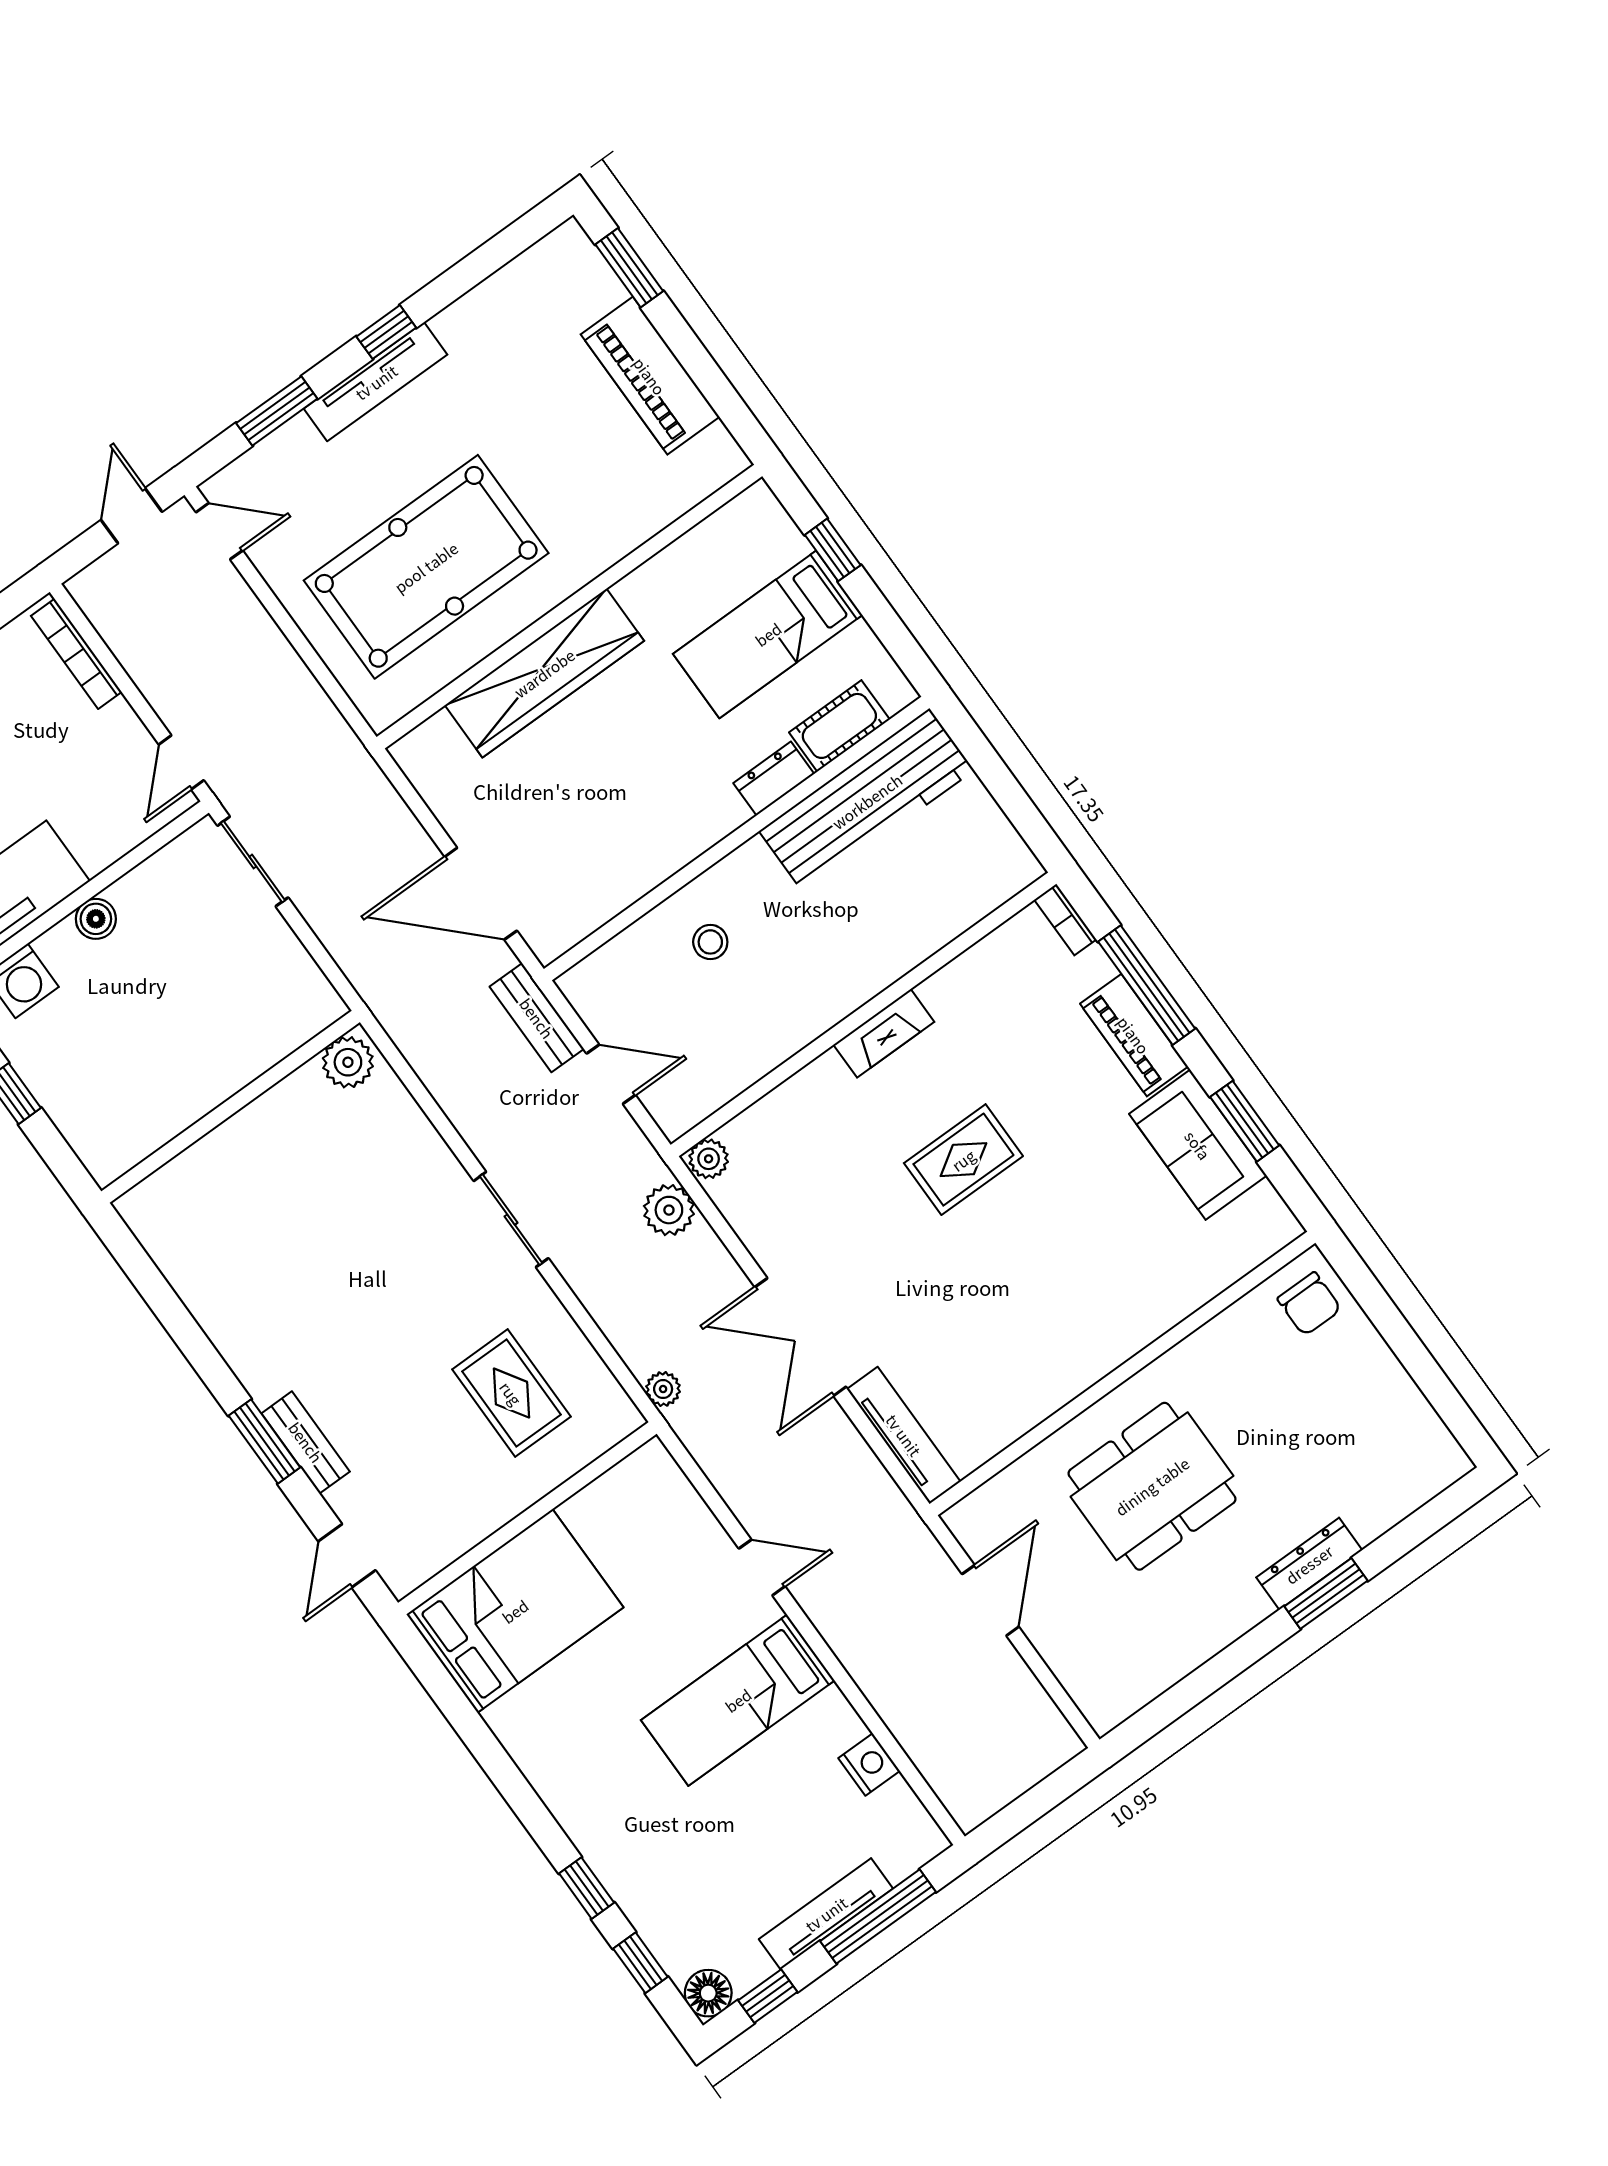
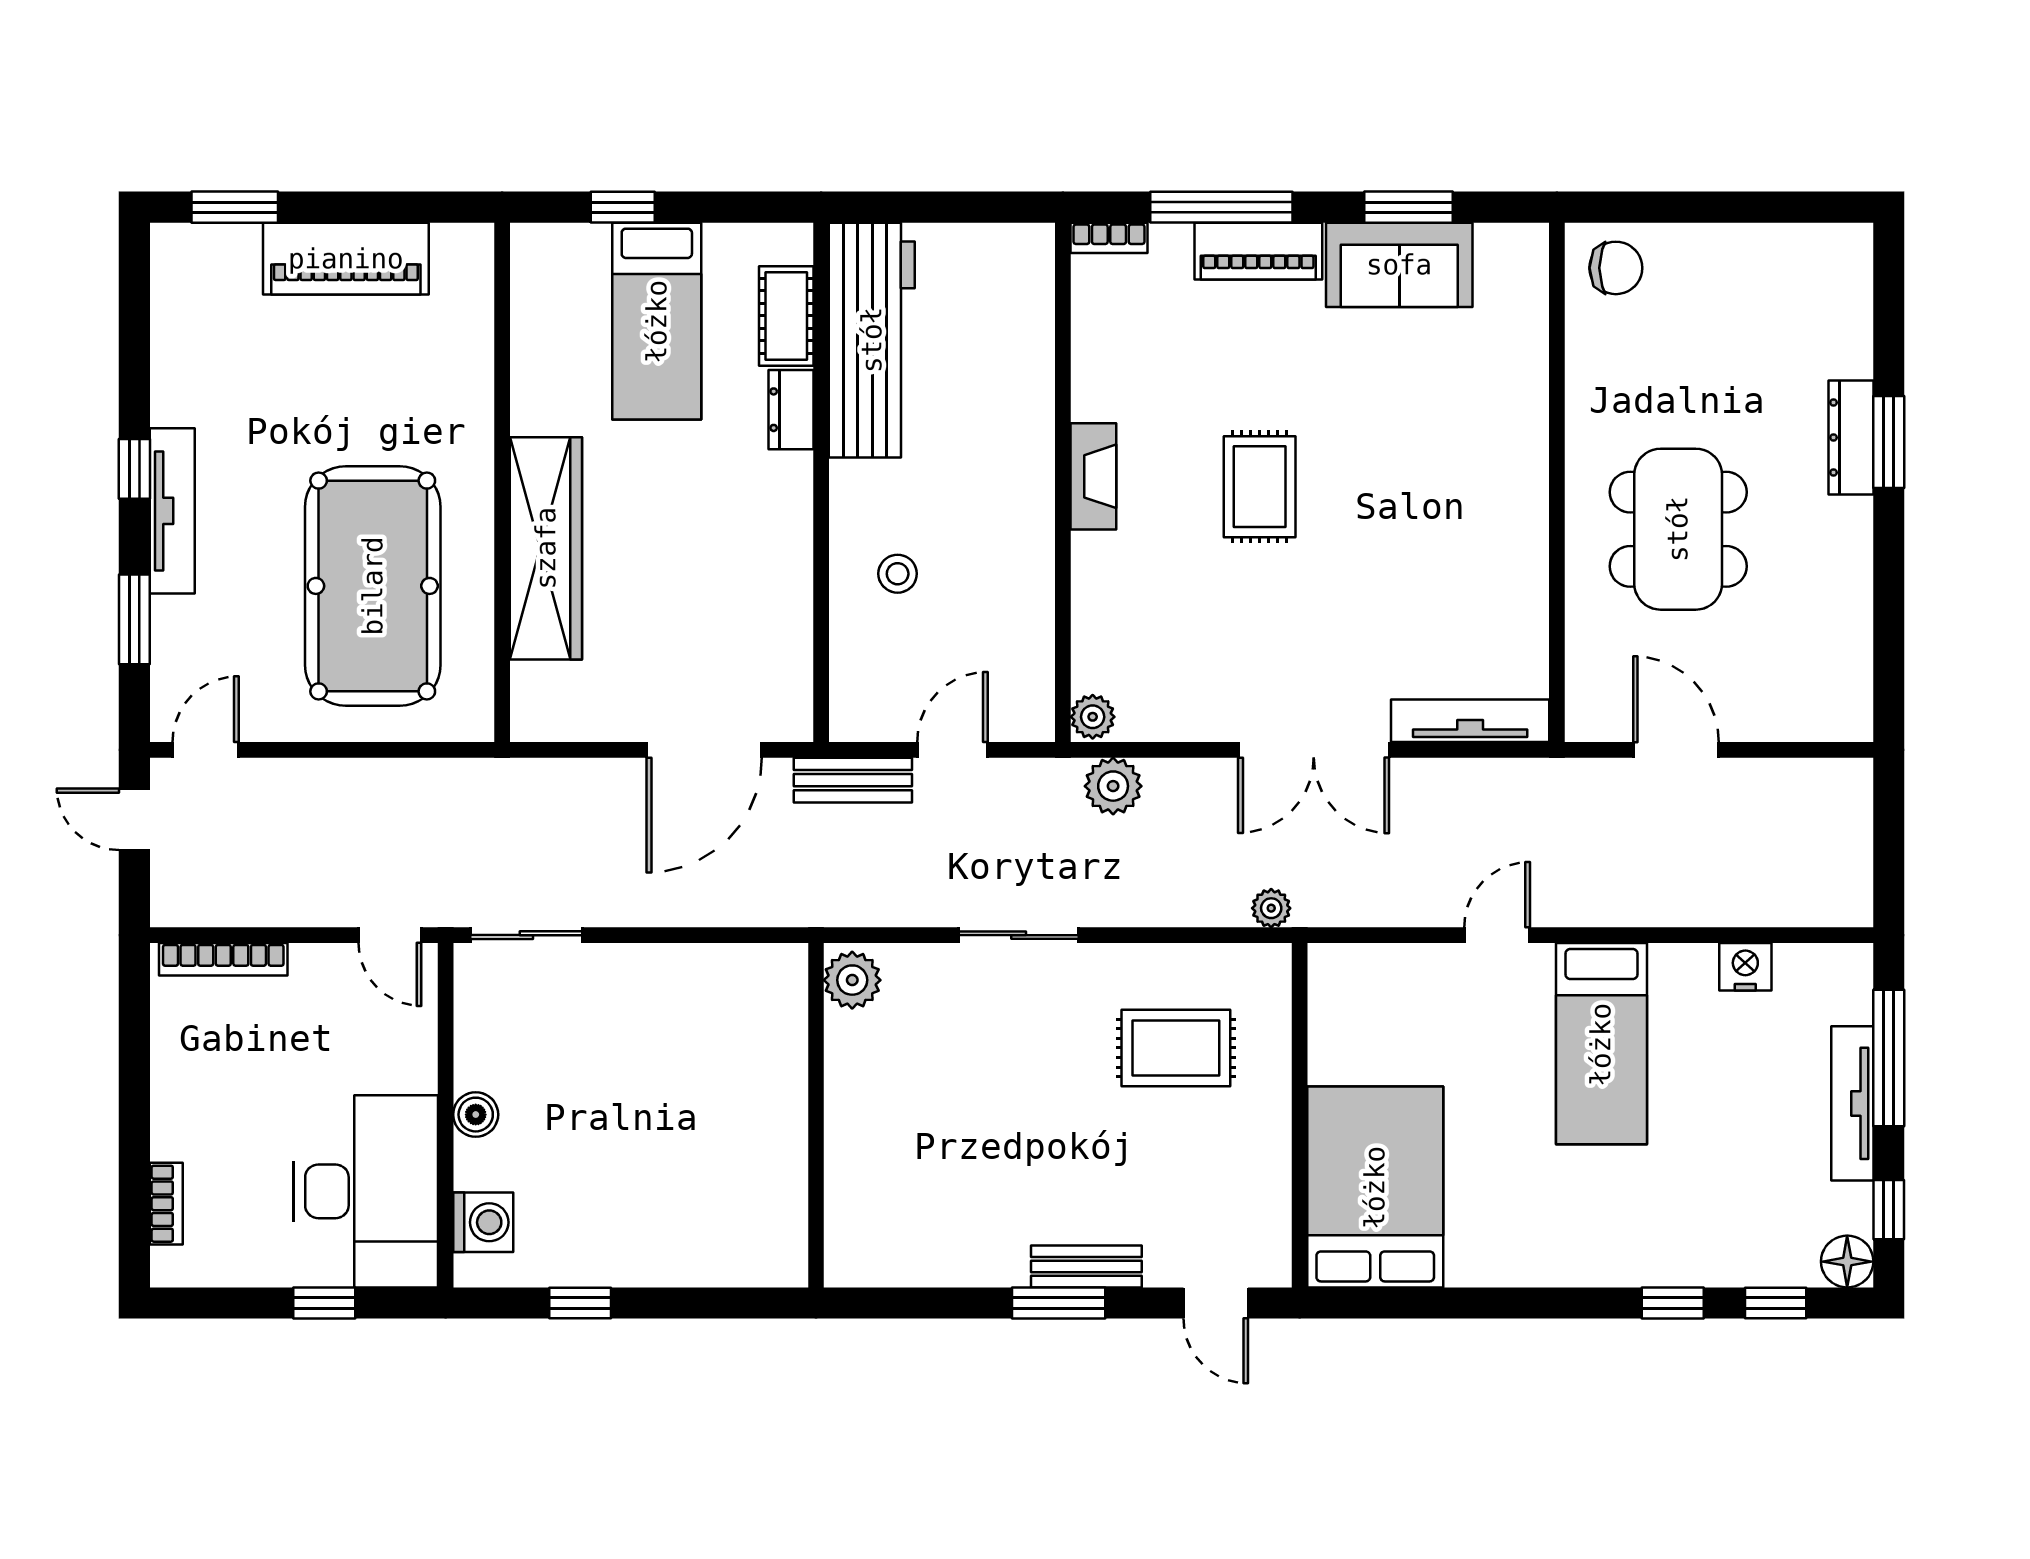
plant: (348, 1062) -> (852, 980), moved
wall: (231, 1107) -> (816, 1115), moved

